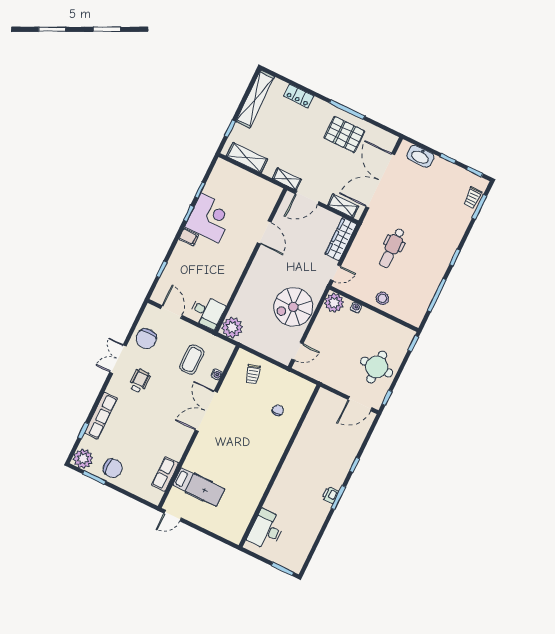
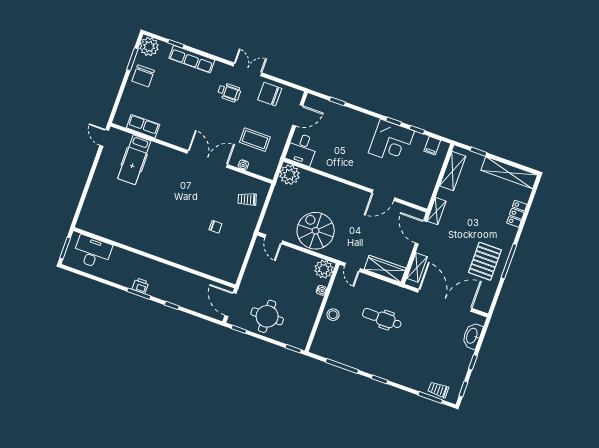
filing cabinet: (189, 237) -> (432, 146), moved
wall: (280, 466) -> (154, 258), moved
desk: (267, 530) -> (92, 252), moved

